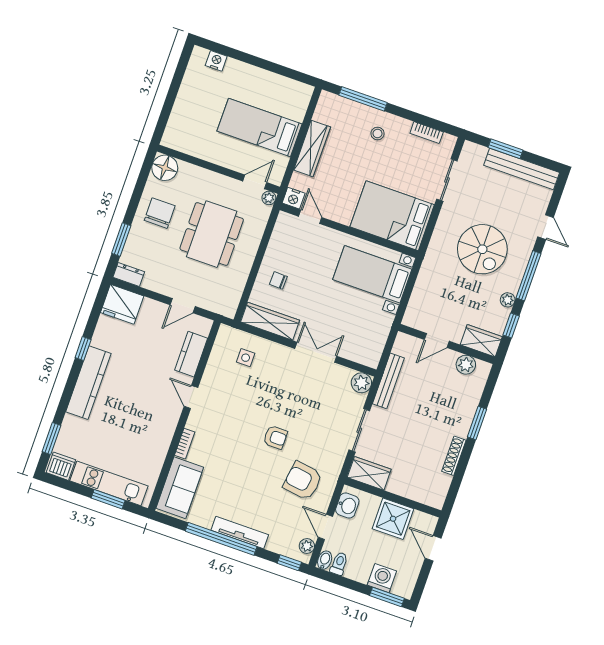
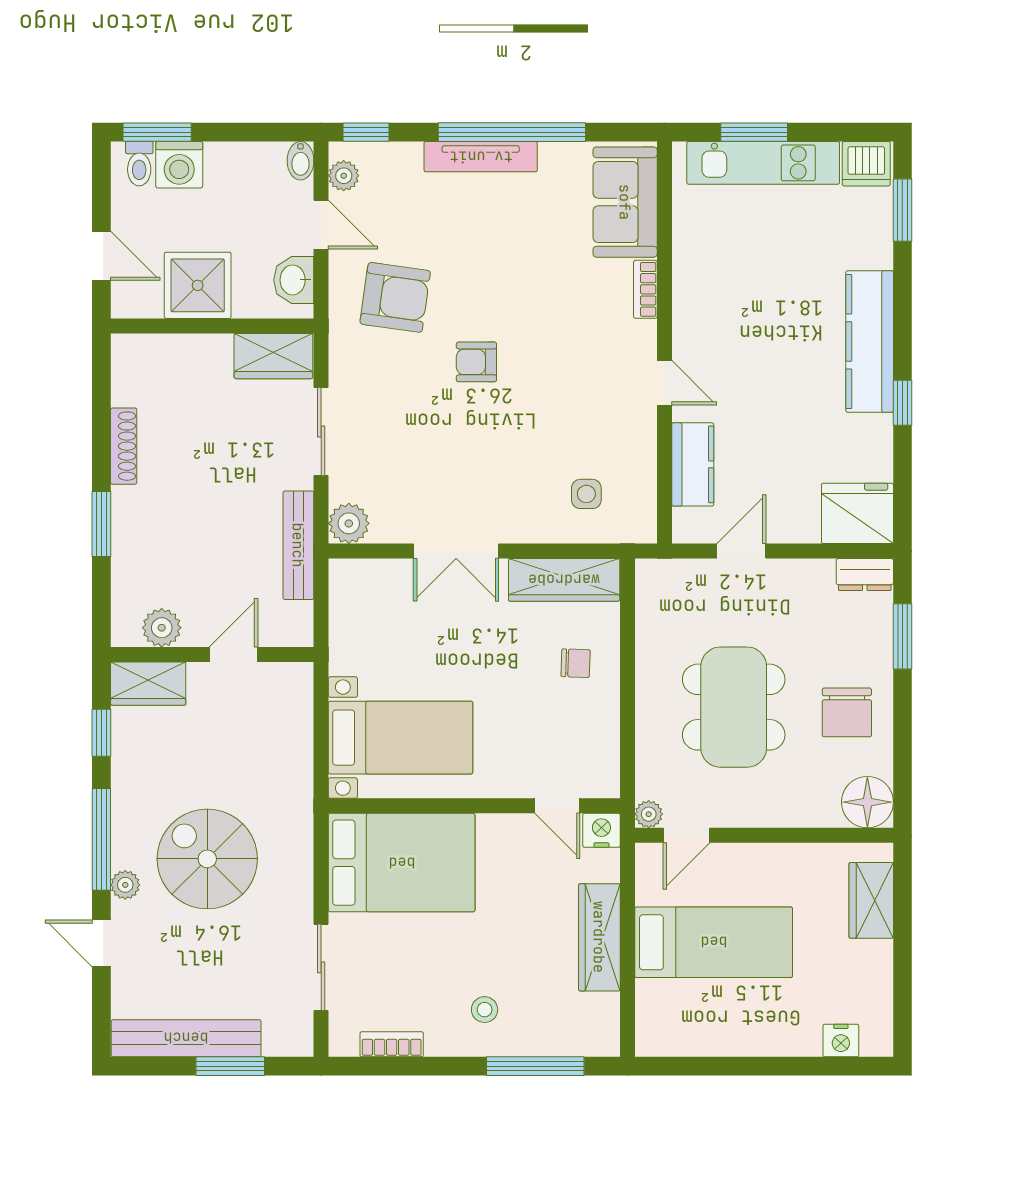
wardrobe: (179, 121) -> (871, 900), added
plant: (508, 300) -> (125, 885), moved
toilet: (339, 564) -> (139, 164), moved

